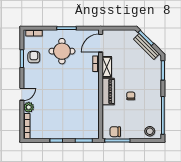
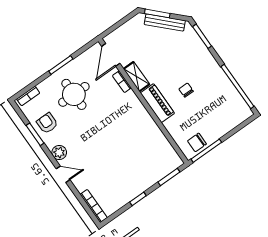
door: (22, 94) -> (63, 174), hinge flipped
plant: (29, 107) -> (59, 153), moved
stool: (150, 131) -> (235, 115), removed

